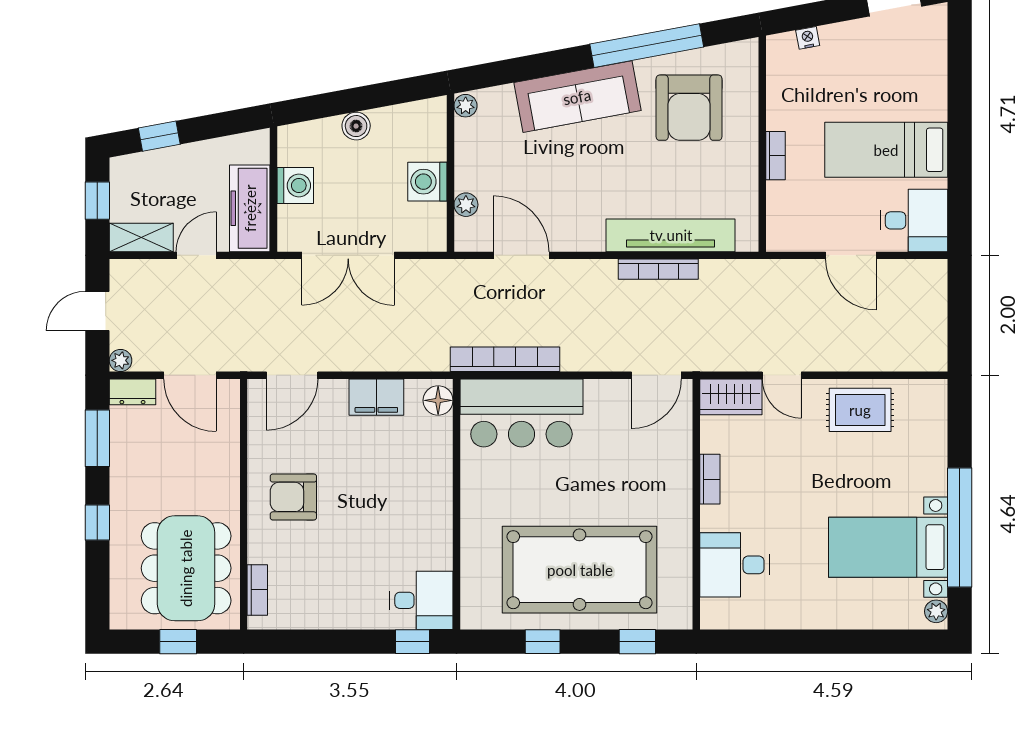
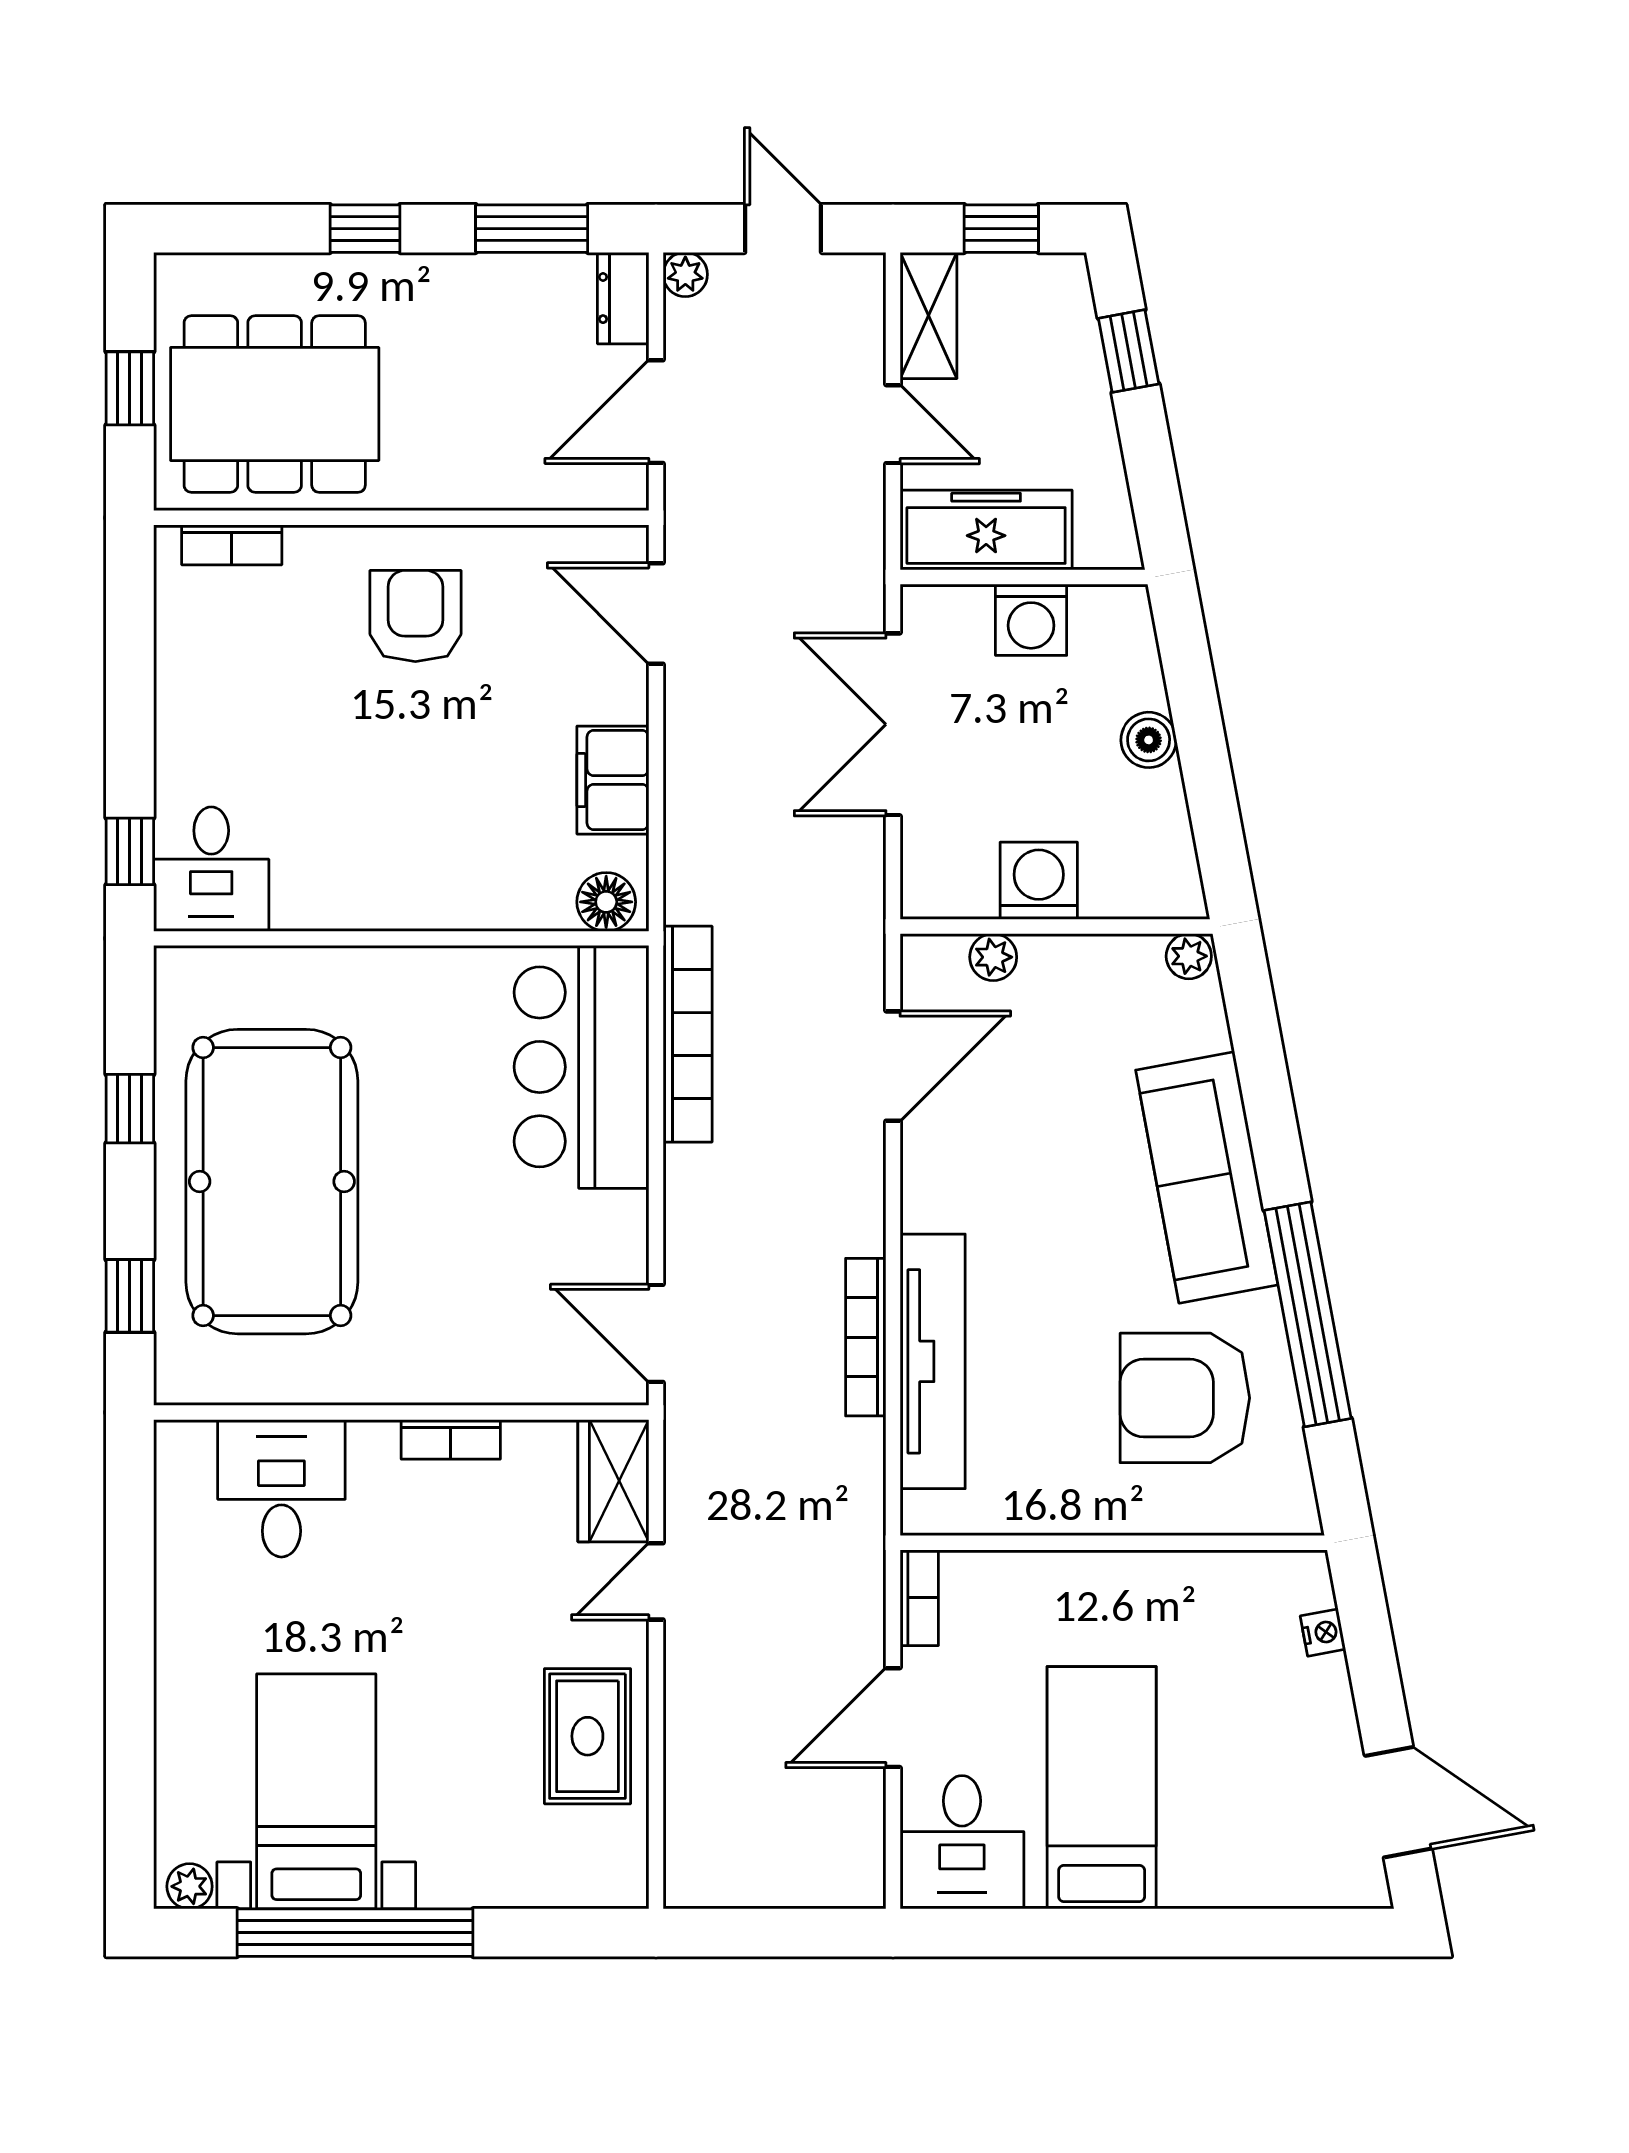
bookcase: (776, 156) -> (919, 1598), moved, turned -90

